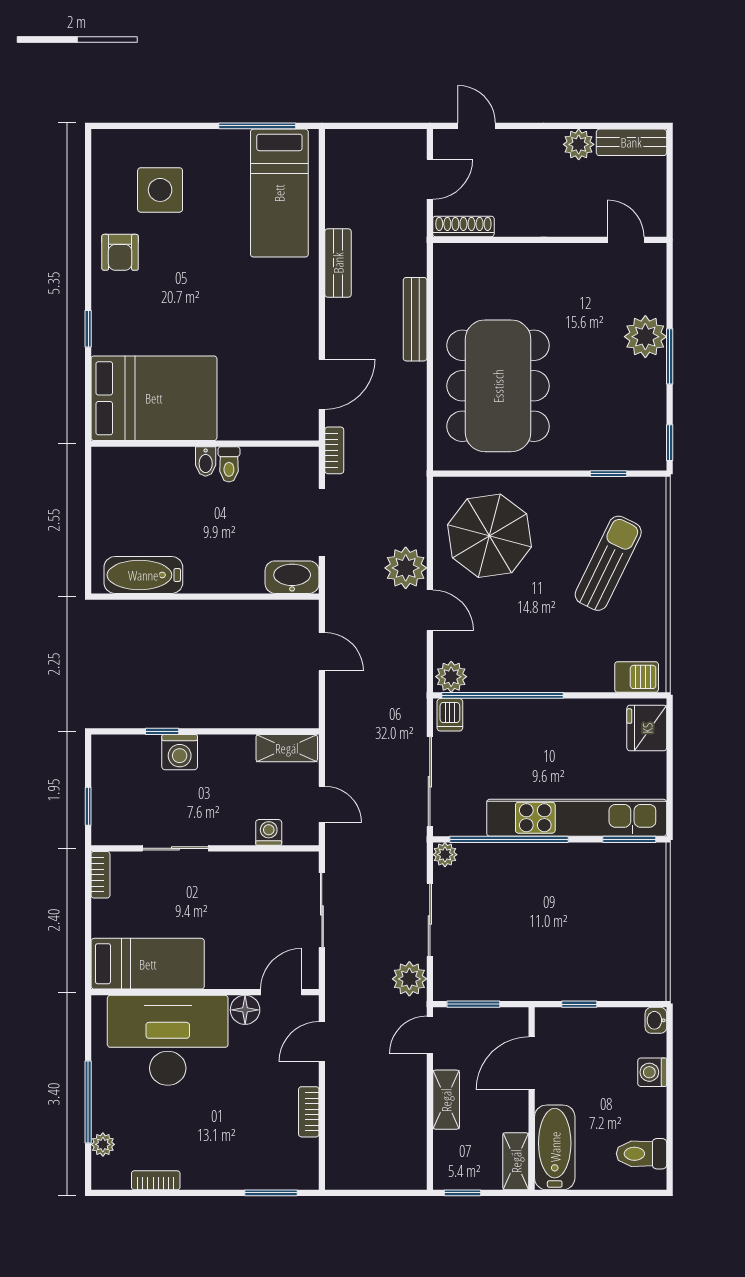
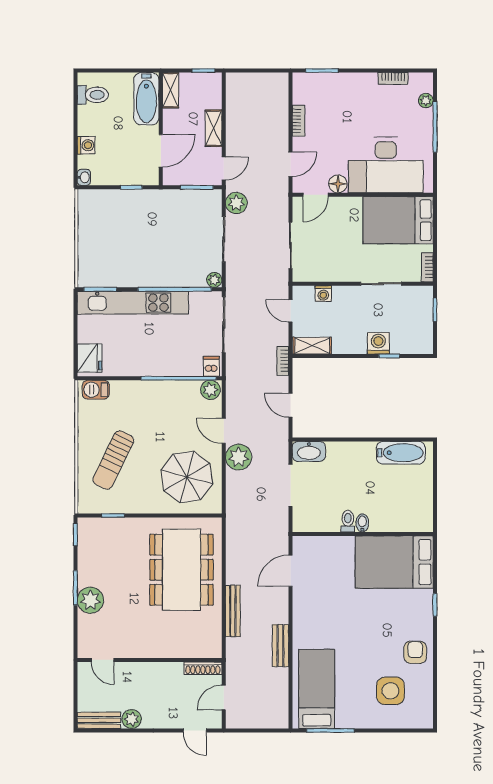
bookcase: (334, 450) -> (283, 361), moved
bed: (148, 964) -> (398, 220), width x1.50

